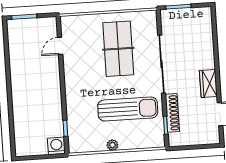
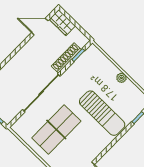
wardrobe: (208, 84) -> (62, 23), moved, turned 90
sun lounger: (128, 109) -> (102, 113), moved, turned 180

